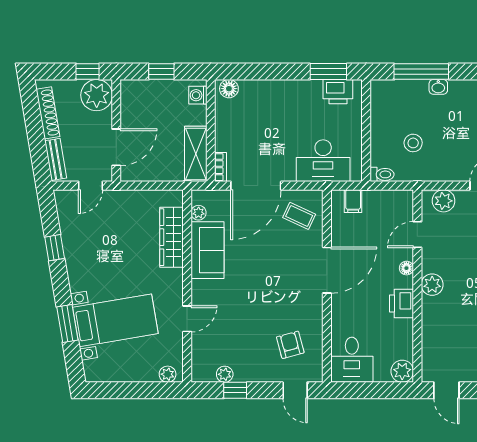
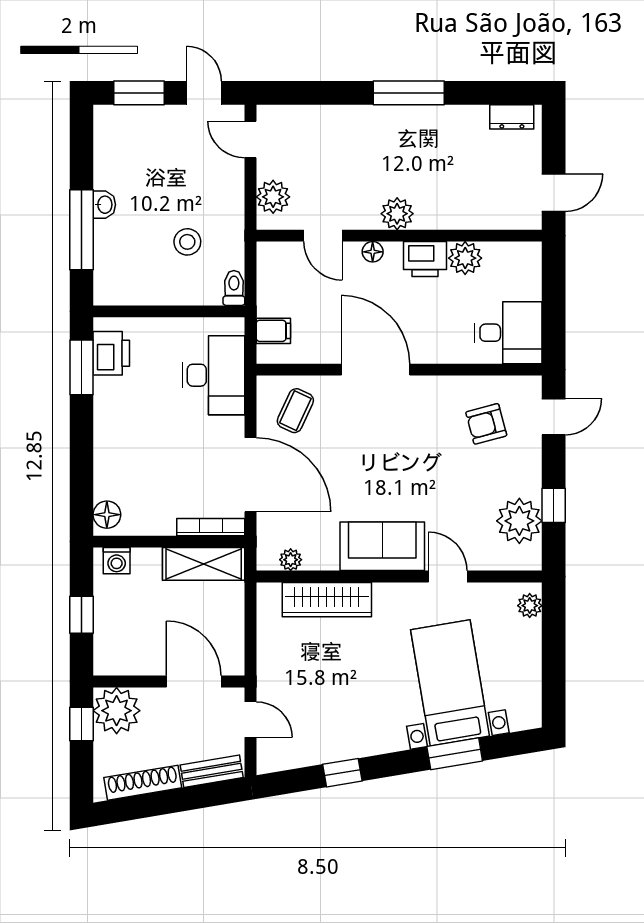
bookcase: (221, 167) -> (211, 527), width x1.56
sofa: (208, 250) -> (382, 546), moved
plant: (402, 371) -> (465, 258), moved
plant: (225, 374) -> (519, 521), width x1.88, depth x1.88

